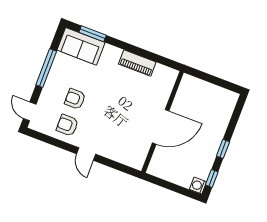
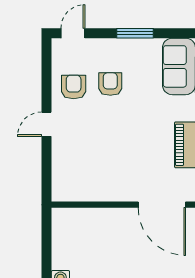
window: (46, 68) -> (135, 33), width x0.69
door: (161, 127) -> (162, 205), moved

